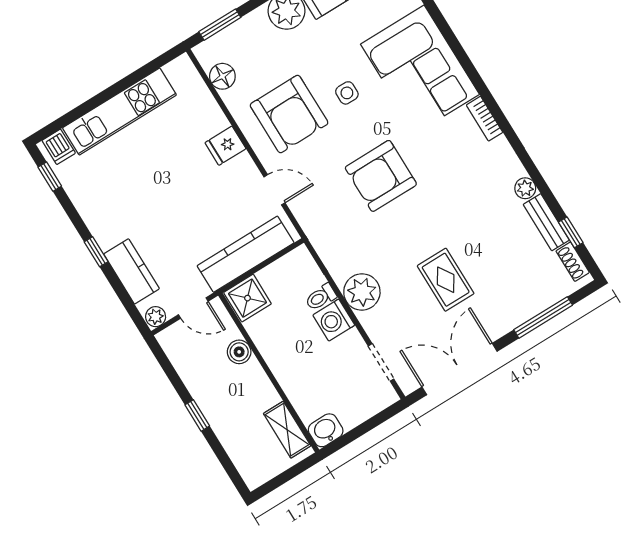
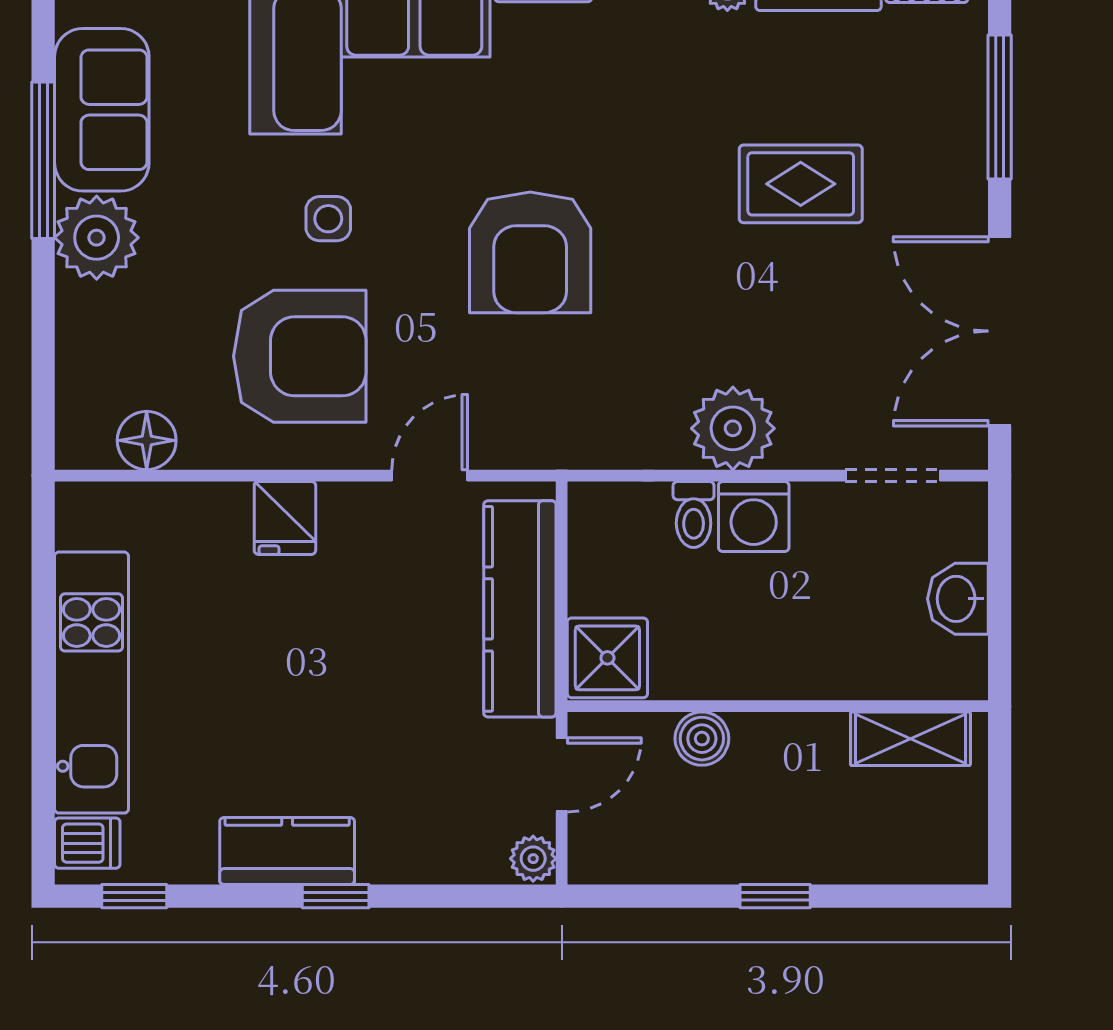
window: (220, 25) -> (43, 384), removed
kitchen counter: (132, 271) -> (287, 851), moved
rug: (446, 280) -> (801, 184), moved
washbasin: (326, 430) -> (958, 599), moved

